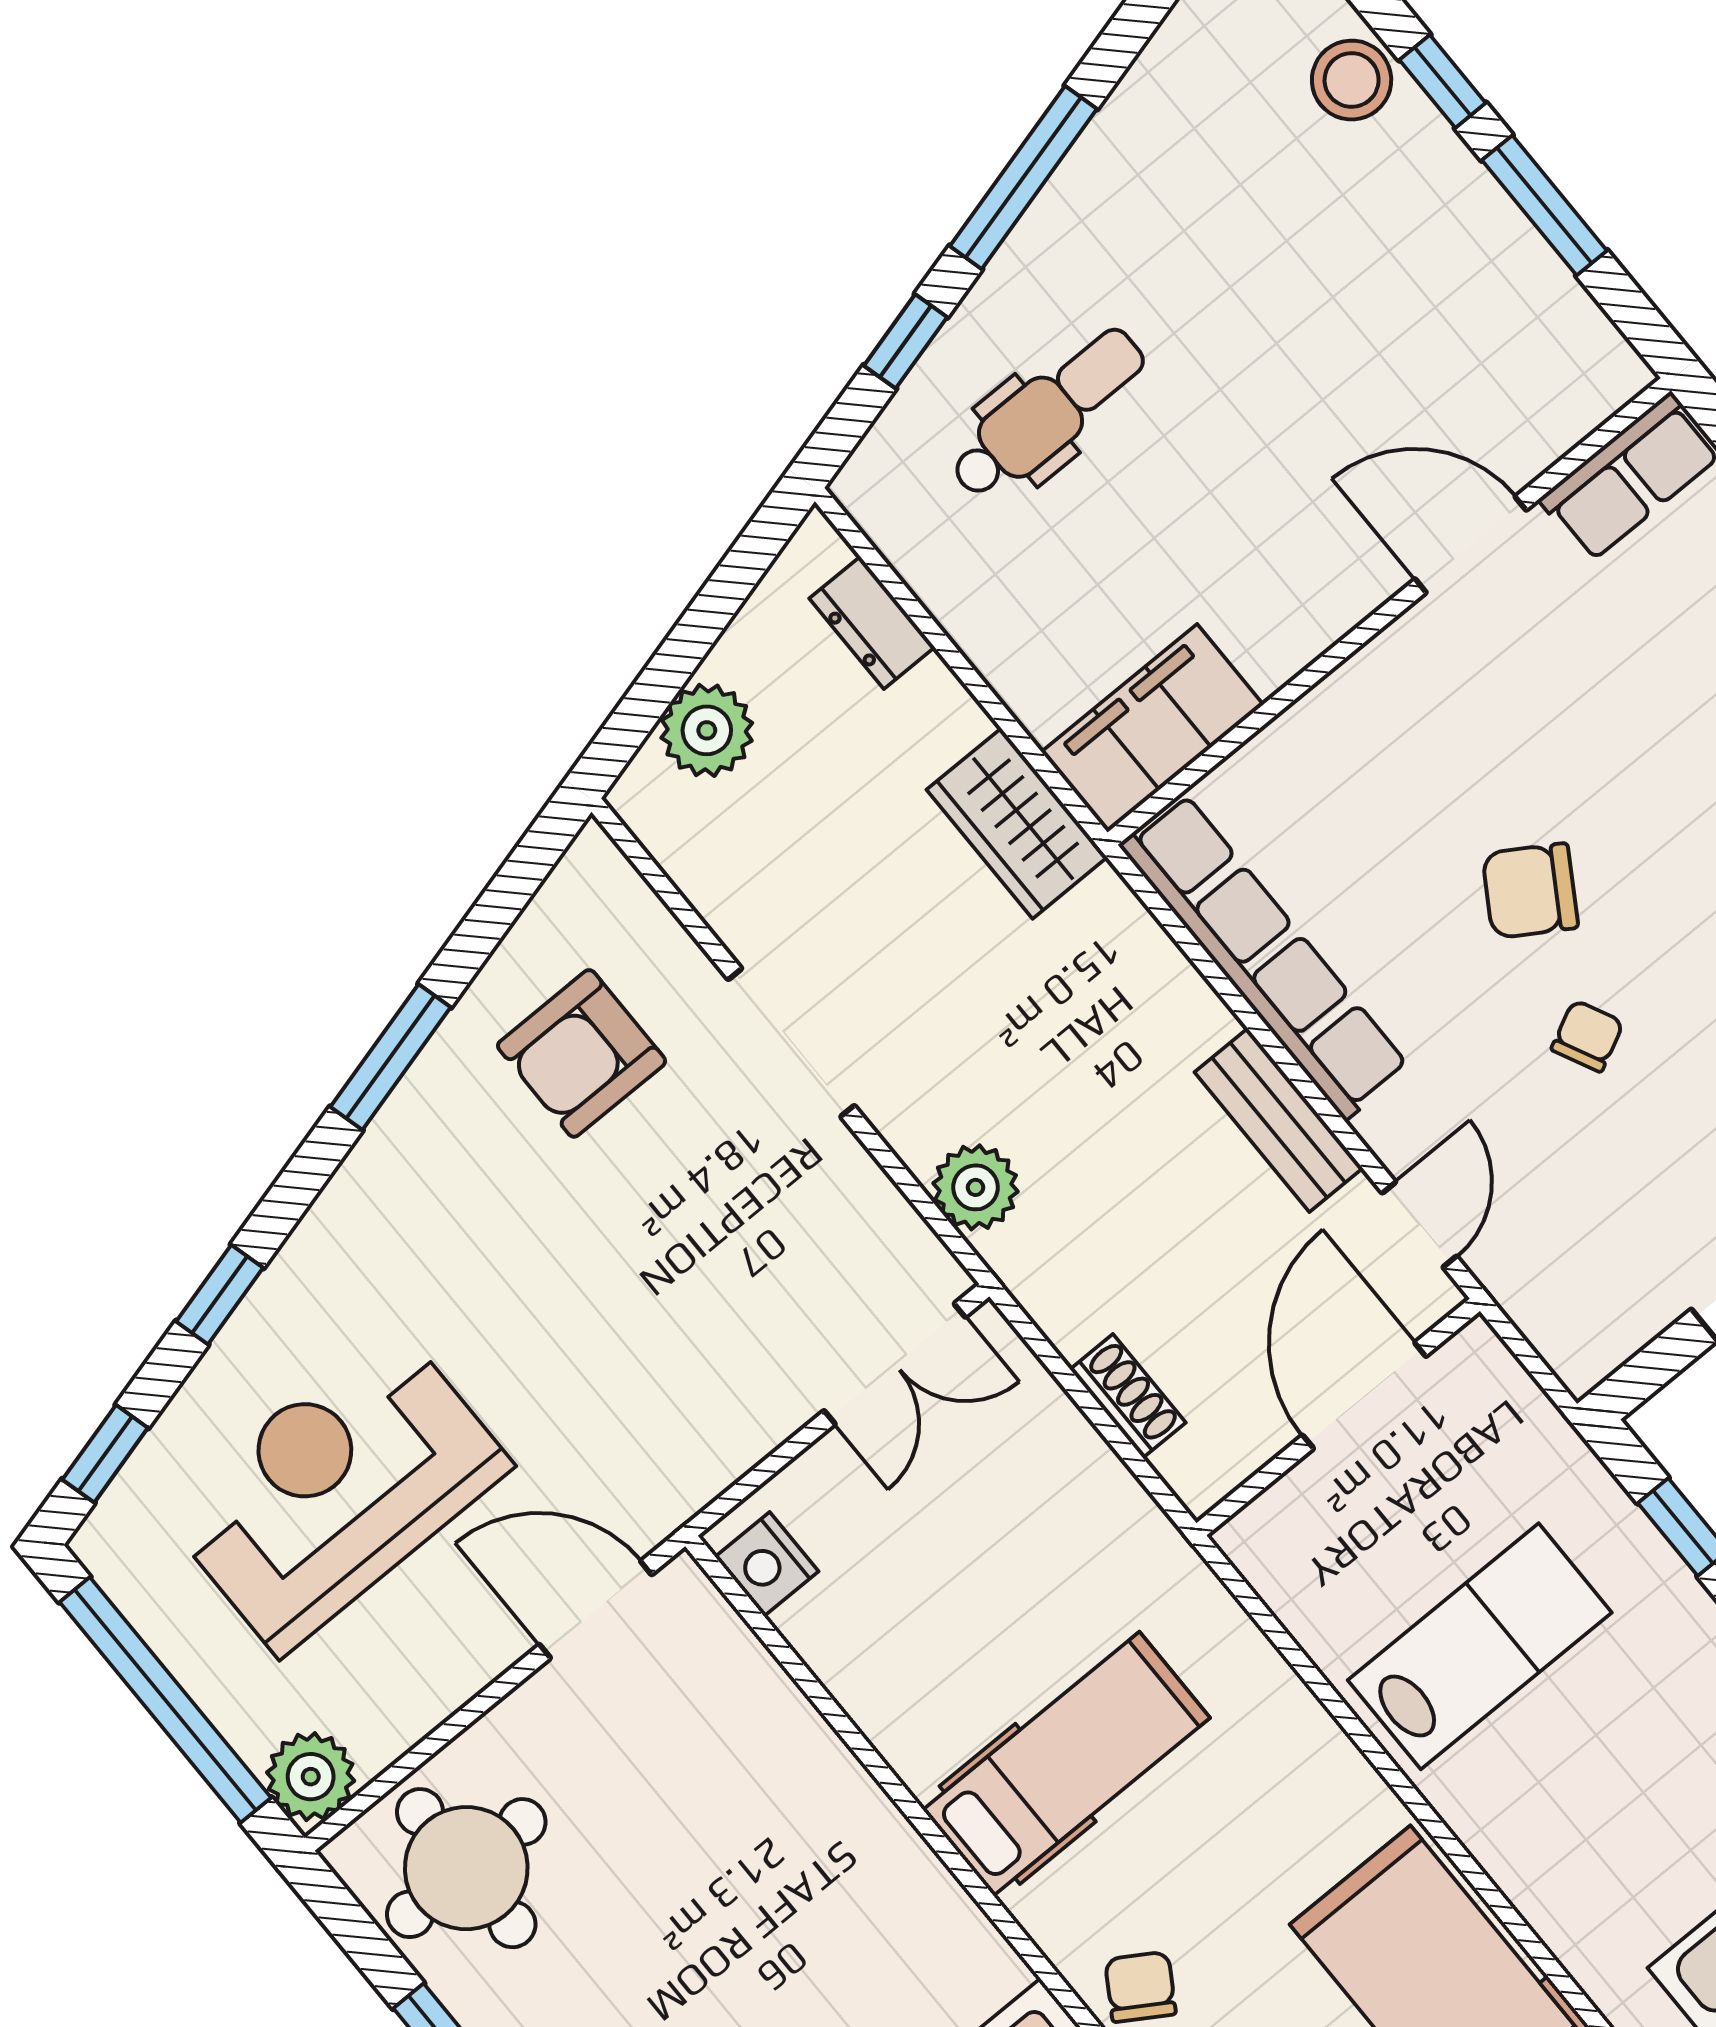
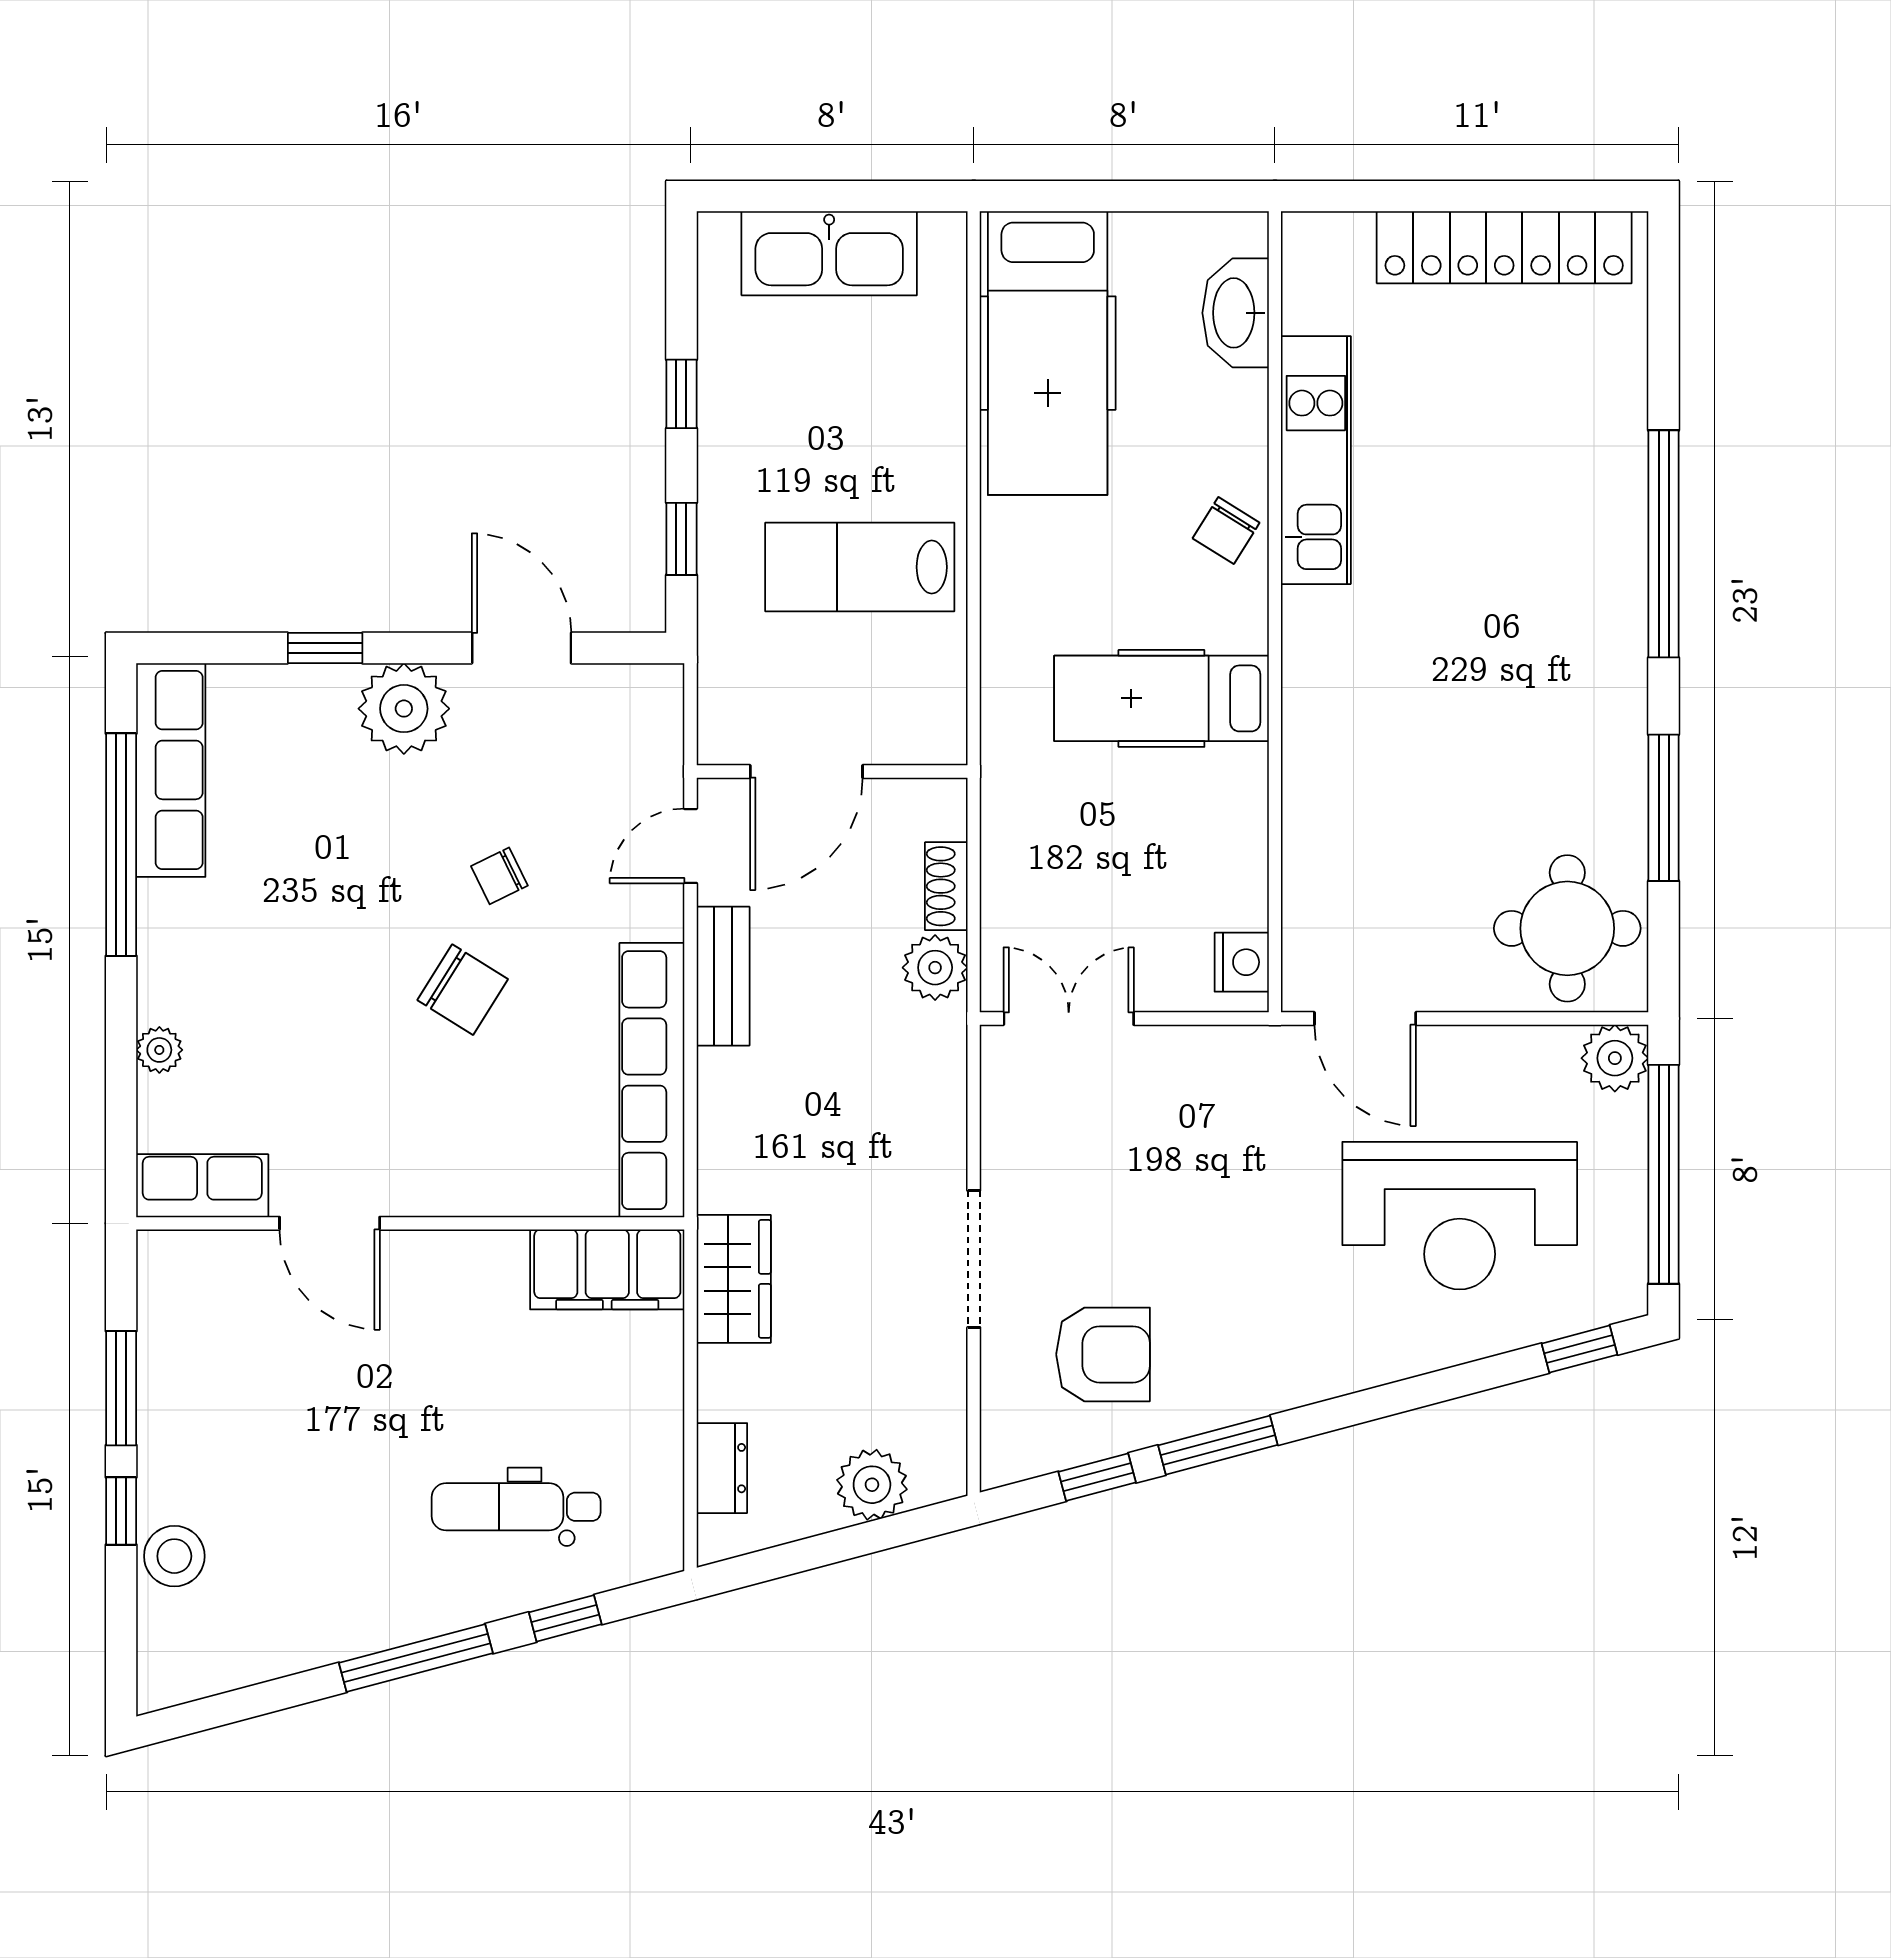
plant: (976, 1187) -> (935, 968), moved
window: (220, 1295) -> (1097, 1477), moved

